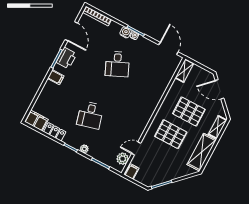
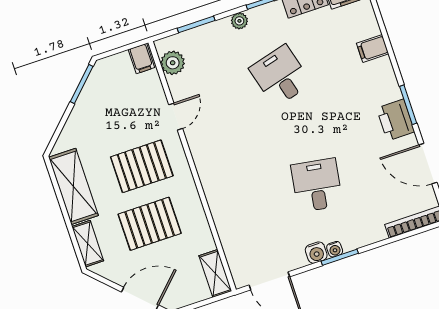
water cooler: (126, 32) -> (316, 253), moved
desk: (117, 64) -> (317, 185), turned 33
filing cabinet: (56, 77) -> (373, 48), moved
door: (136, 148) -> (176, 117), moved

